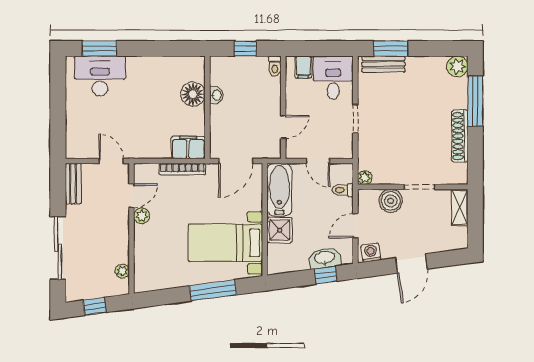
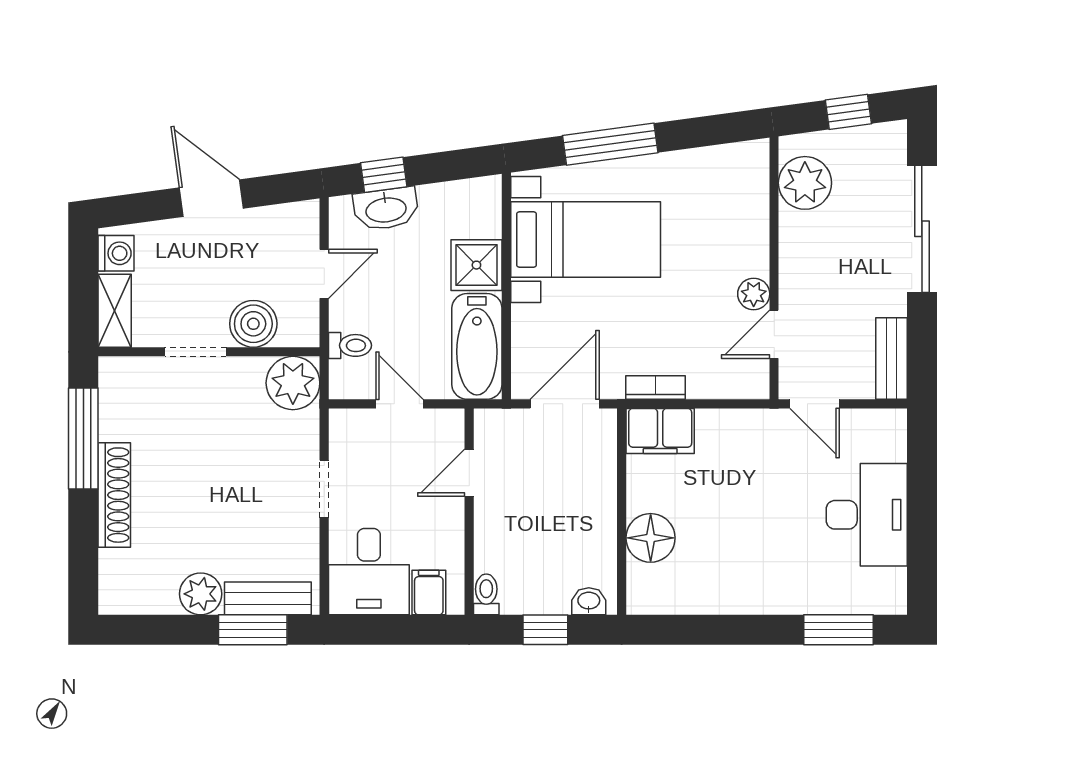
plant: (457, 66) -> (201, 594), moved
desk: (100, 76) -> (867, 515), moved, turned -90
washbasin: (216, 95) -> (589, 601), moved, turned 90
window: (475, 101) -> (83, 438), moved
shoe rack: (460, 136) -> (114, 495), moved
bookcase: (182, 169) -> (655, 387), width x0.64
plant: (365, 178) -> (293, 383), width x1.87, depth x1.87
washing machine: (371, 253) -> (116, 253), moved, turned -82
door: (412, 263) -> (211, 198), hinge flipped
plant: (122, 271) -> (805, 183), width x1.88, depth x1.88

